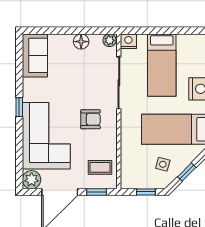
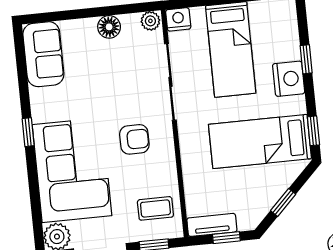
side table: (163, 164) -> (247, 195), removed
tv unit: (137, 182) -> (212, 225), added

